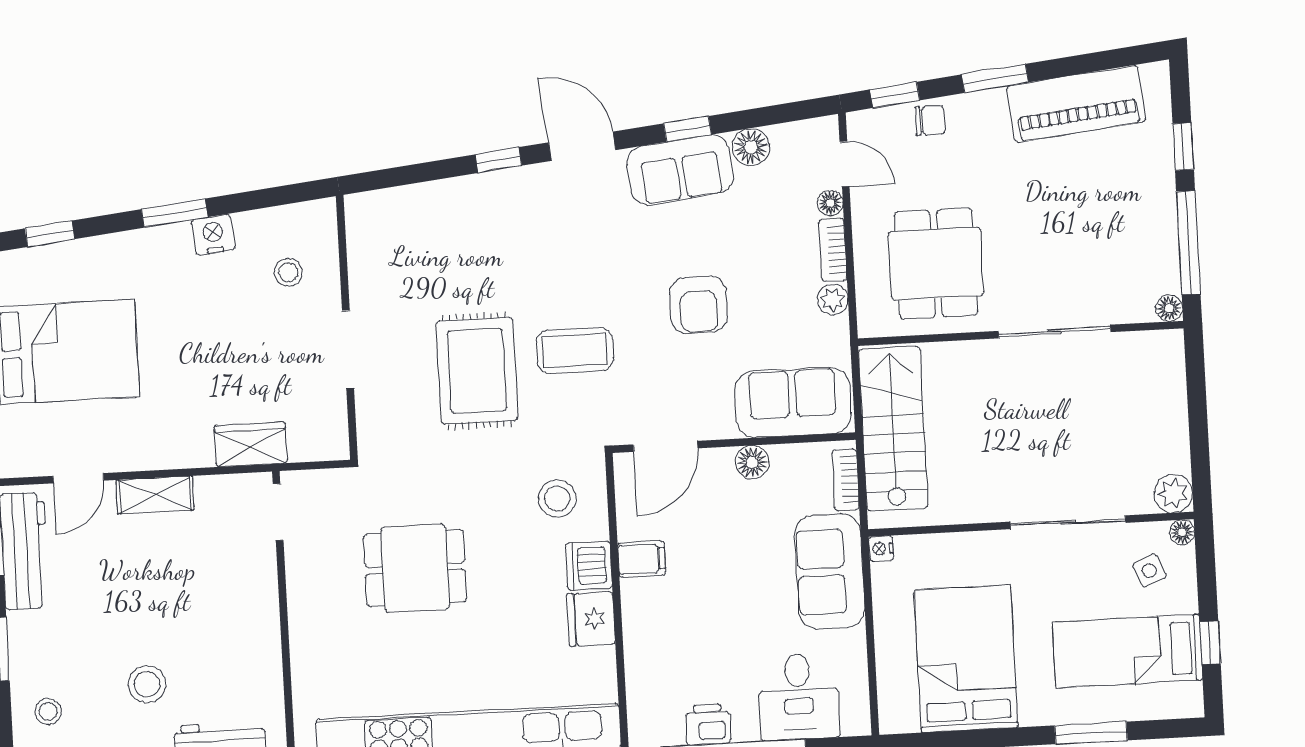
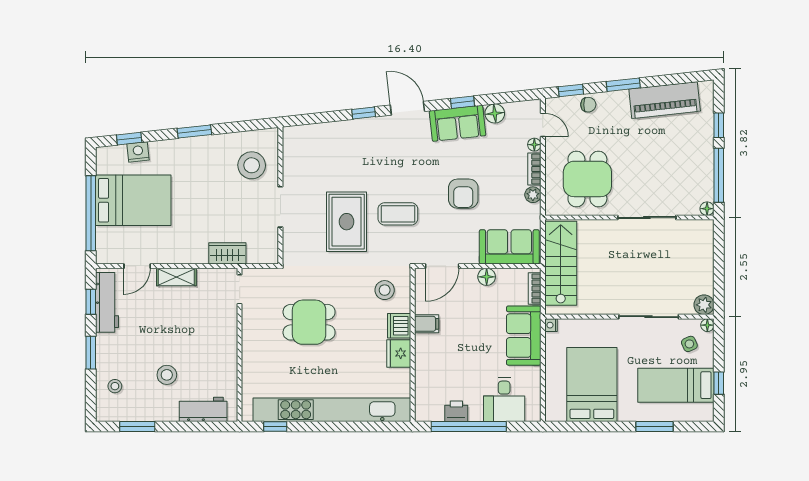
nightstand: (213, 235) -> (138, 152), moved
stool: (288, 272) -> (252, 165), width x1.89, depth x1.89

